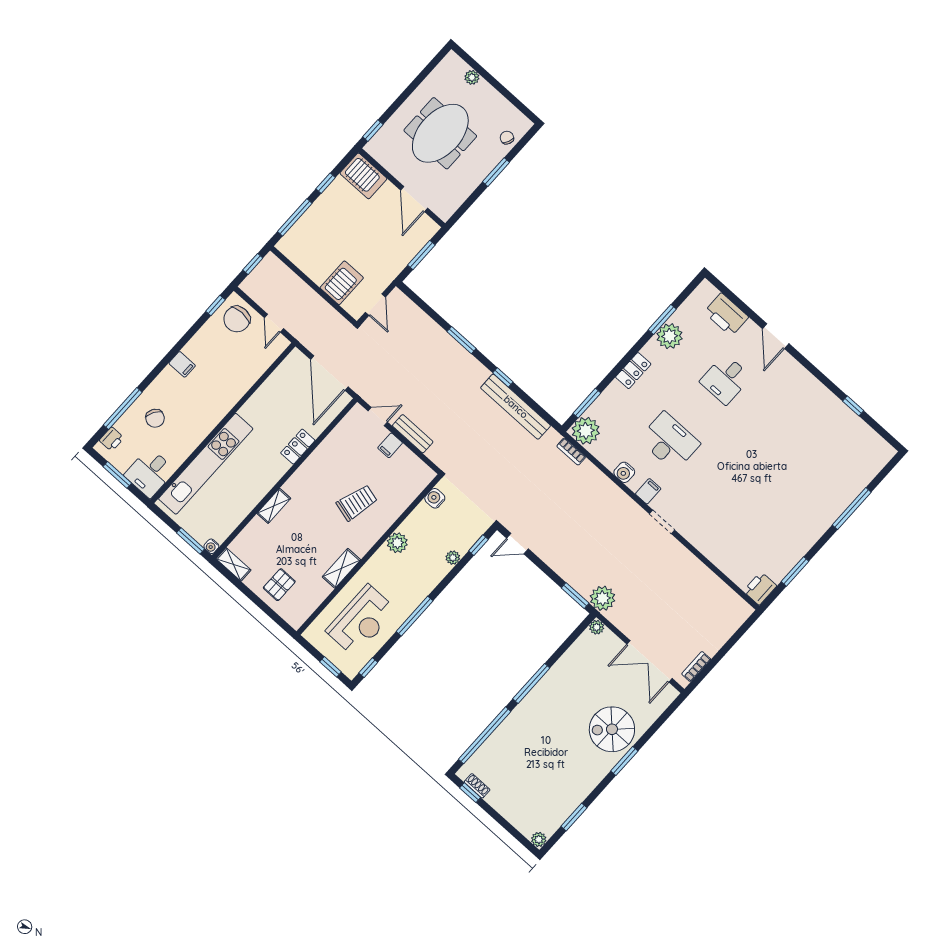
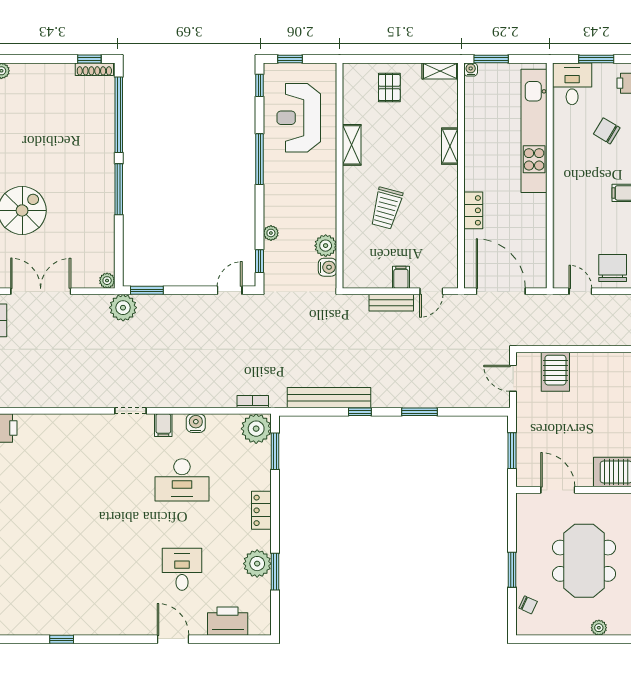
plant: (397, 543) -> (326, 246), moved
shoe rack: (477, 786) -> (94, 69), width x1.43

